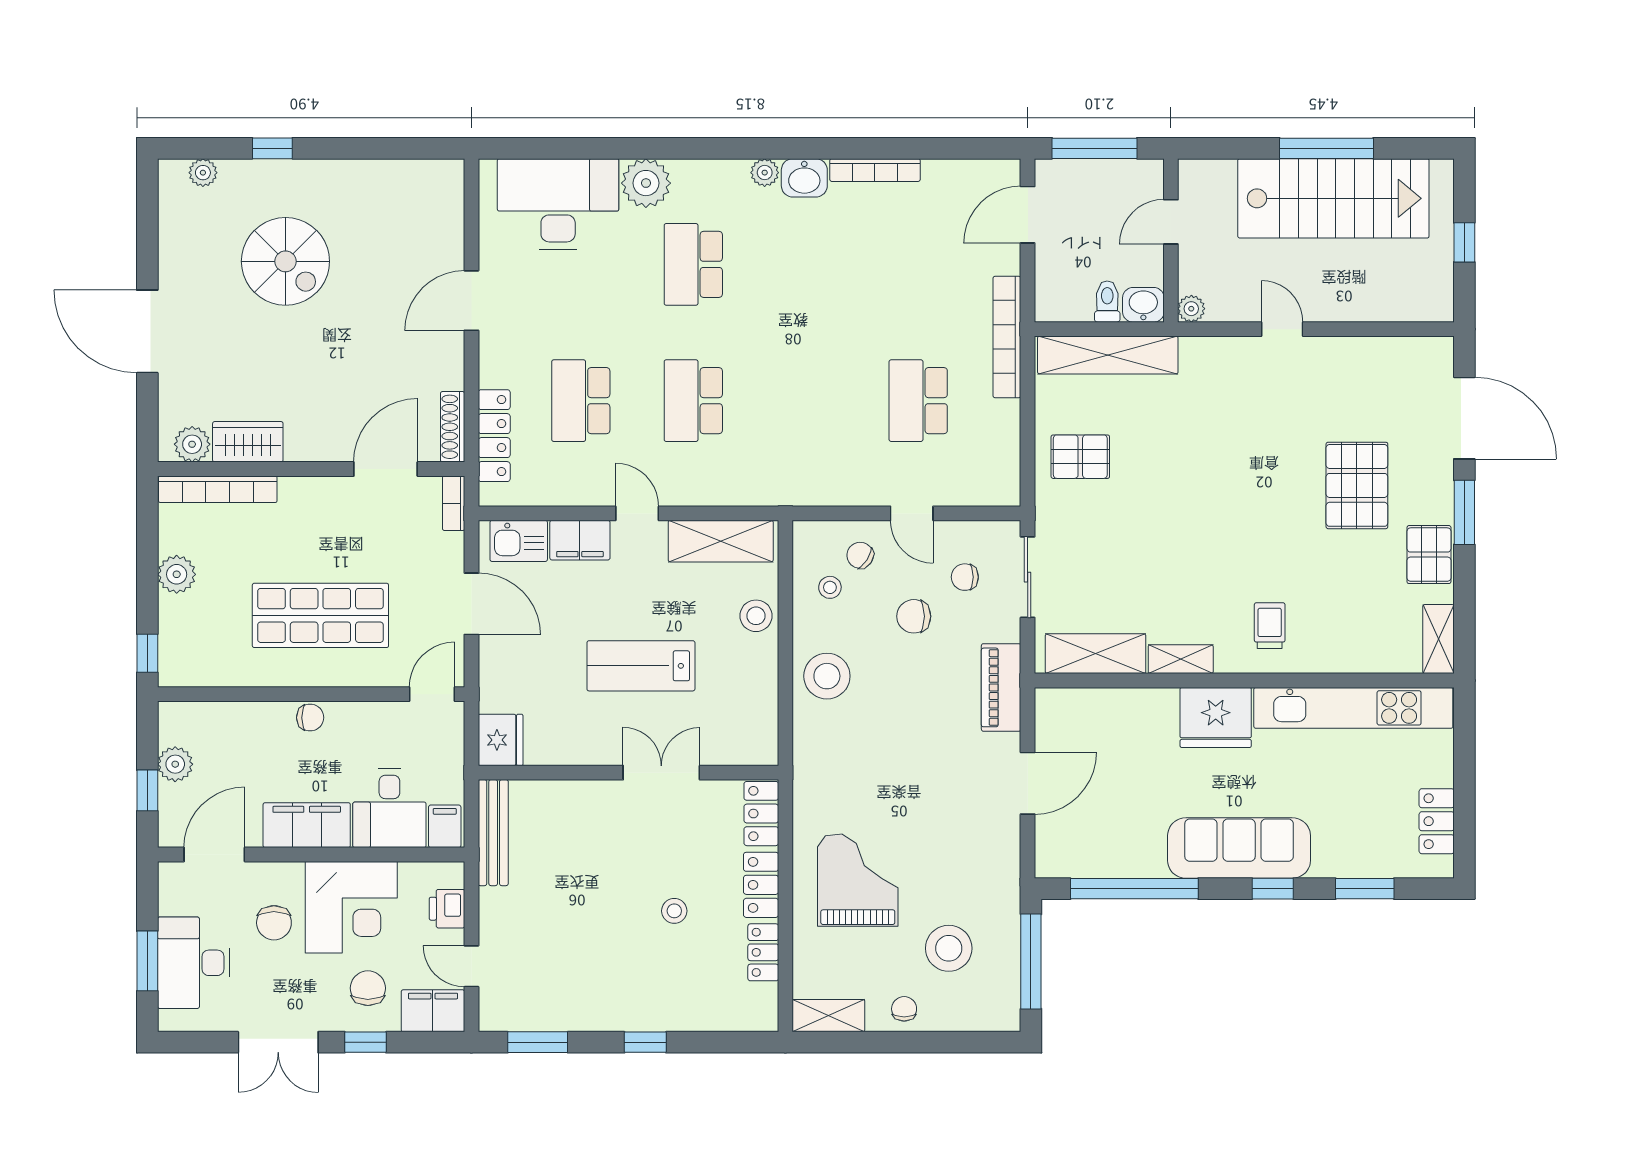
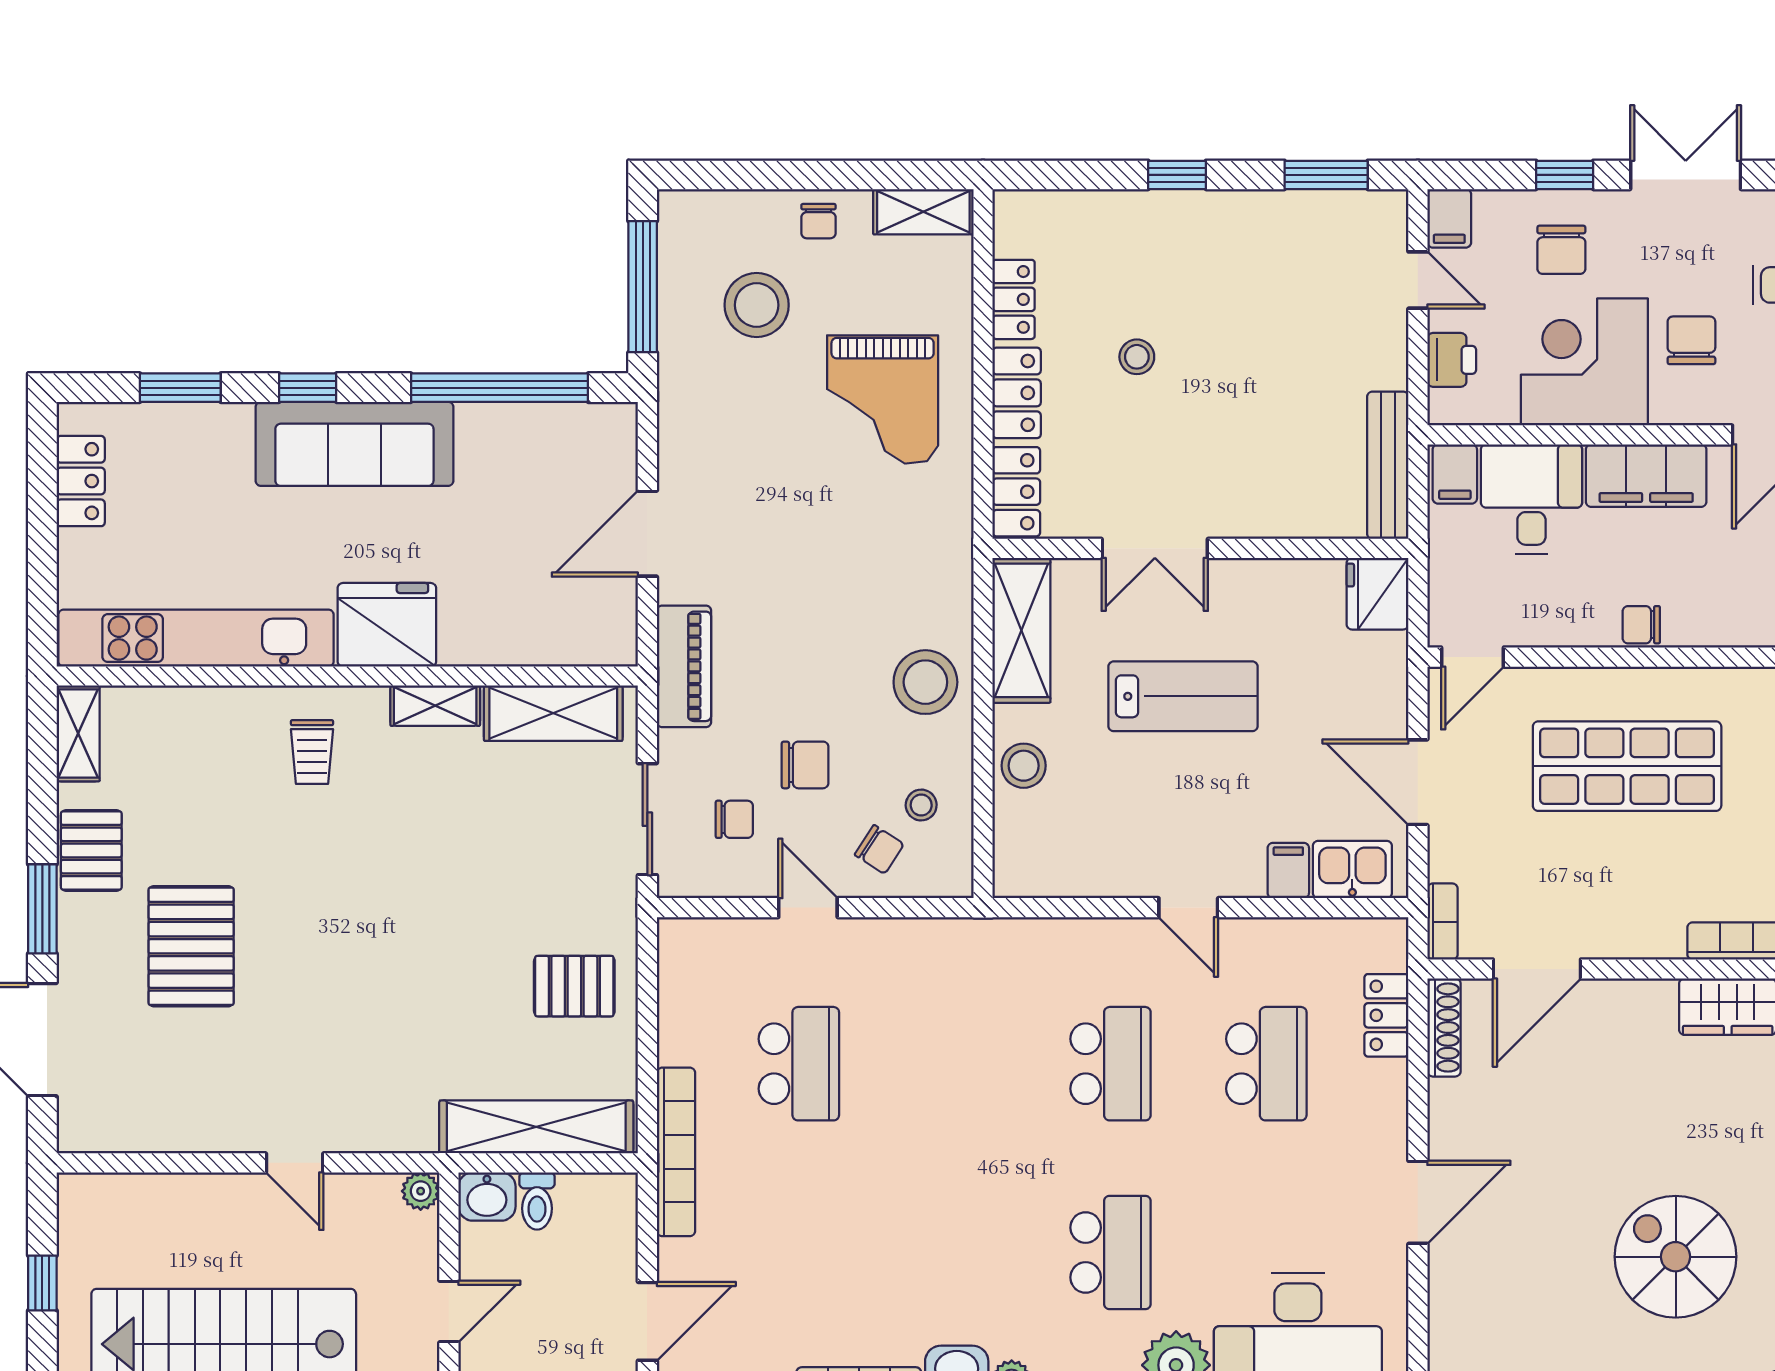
locker: (494, 436) -> (1386, 1015), width x0.66
filing cabinet: (580, 540) -> (1288, 870), width x0.50
shelving: (721, 541) -> (1021, 630), moved, turned 90
filing cabinet: (433, 1011) -> (1449, 218), width x0.50

